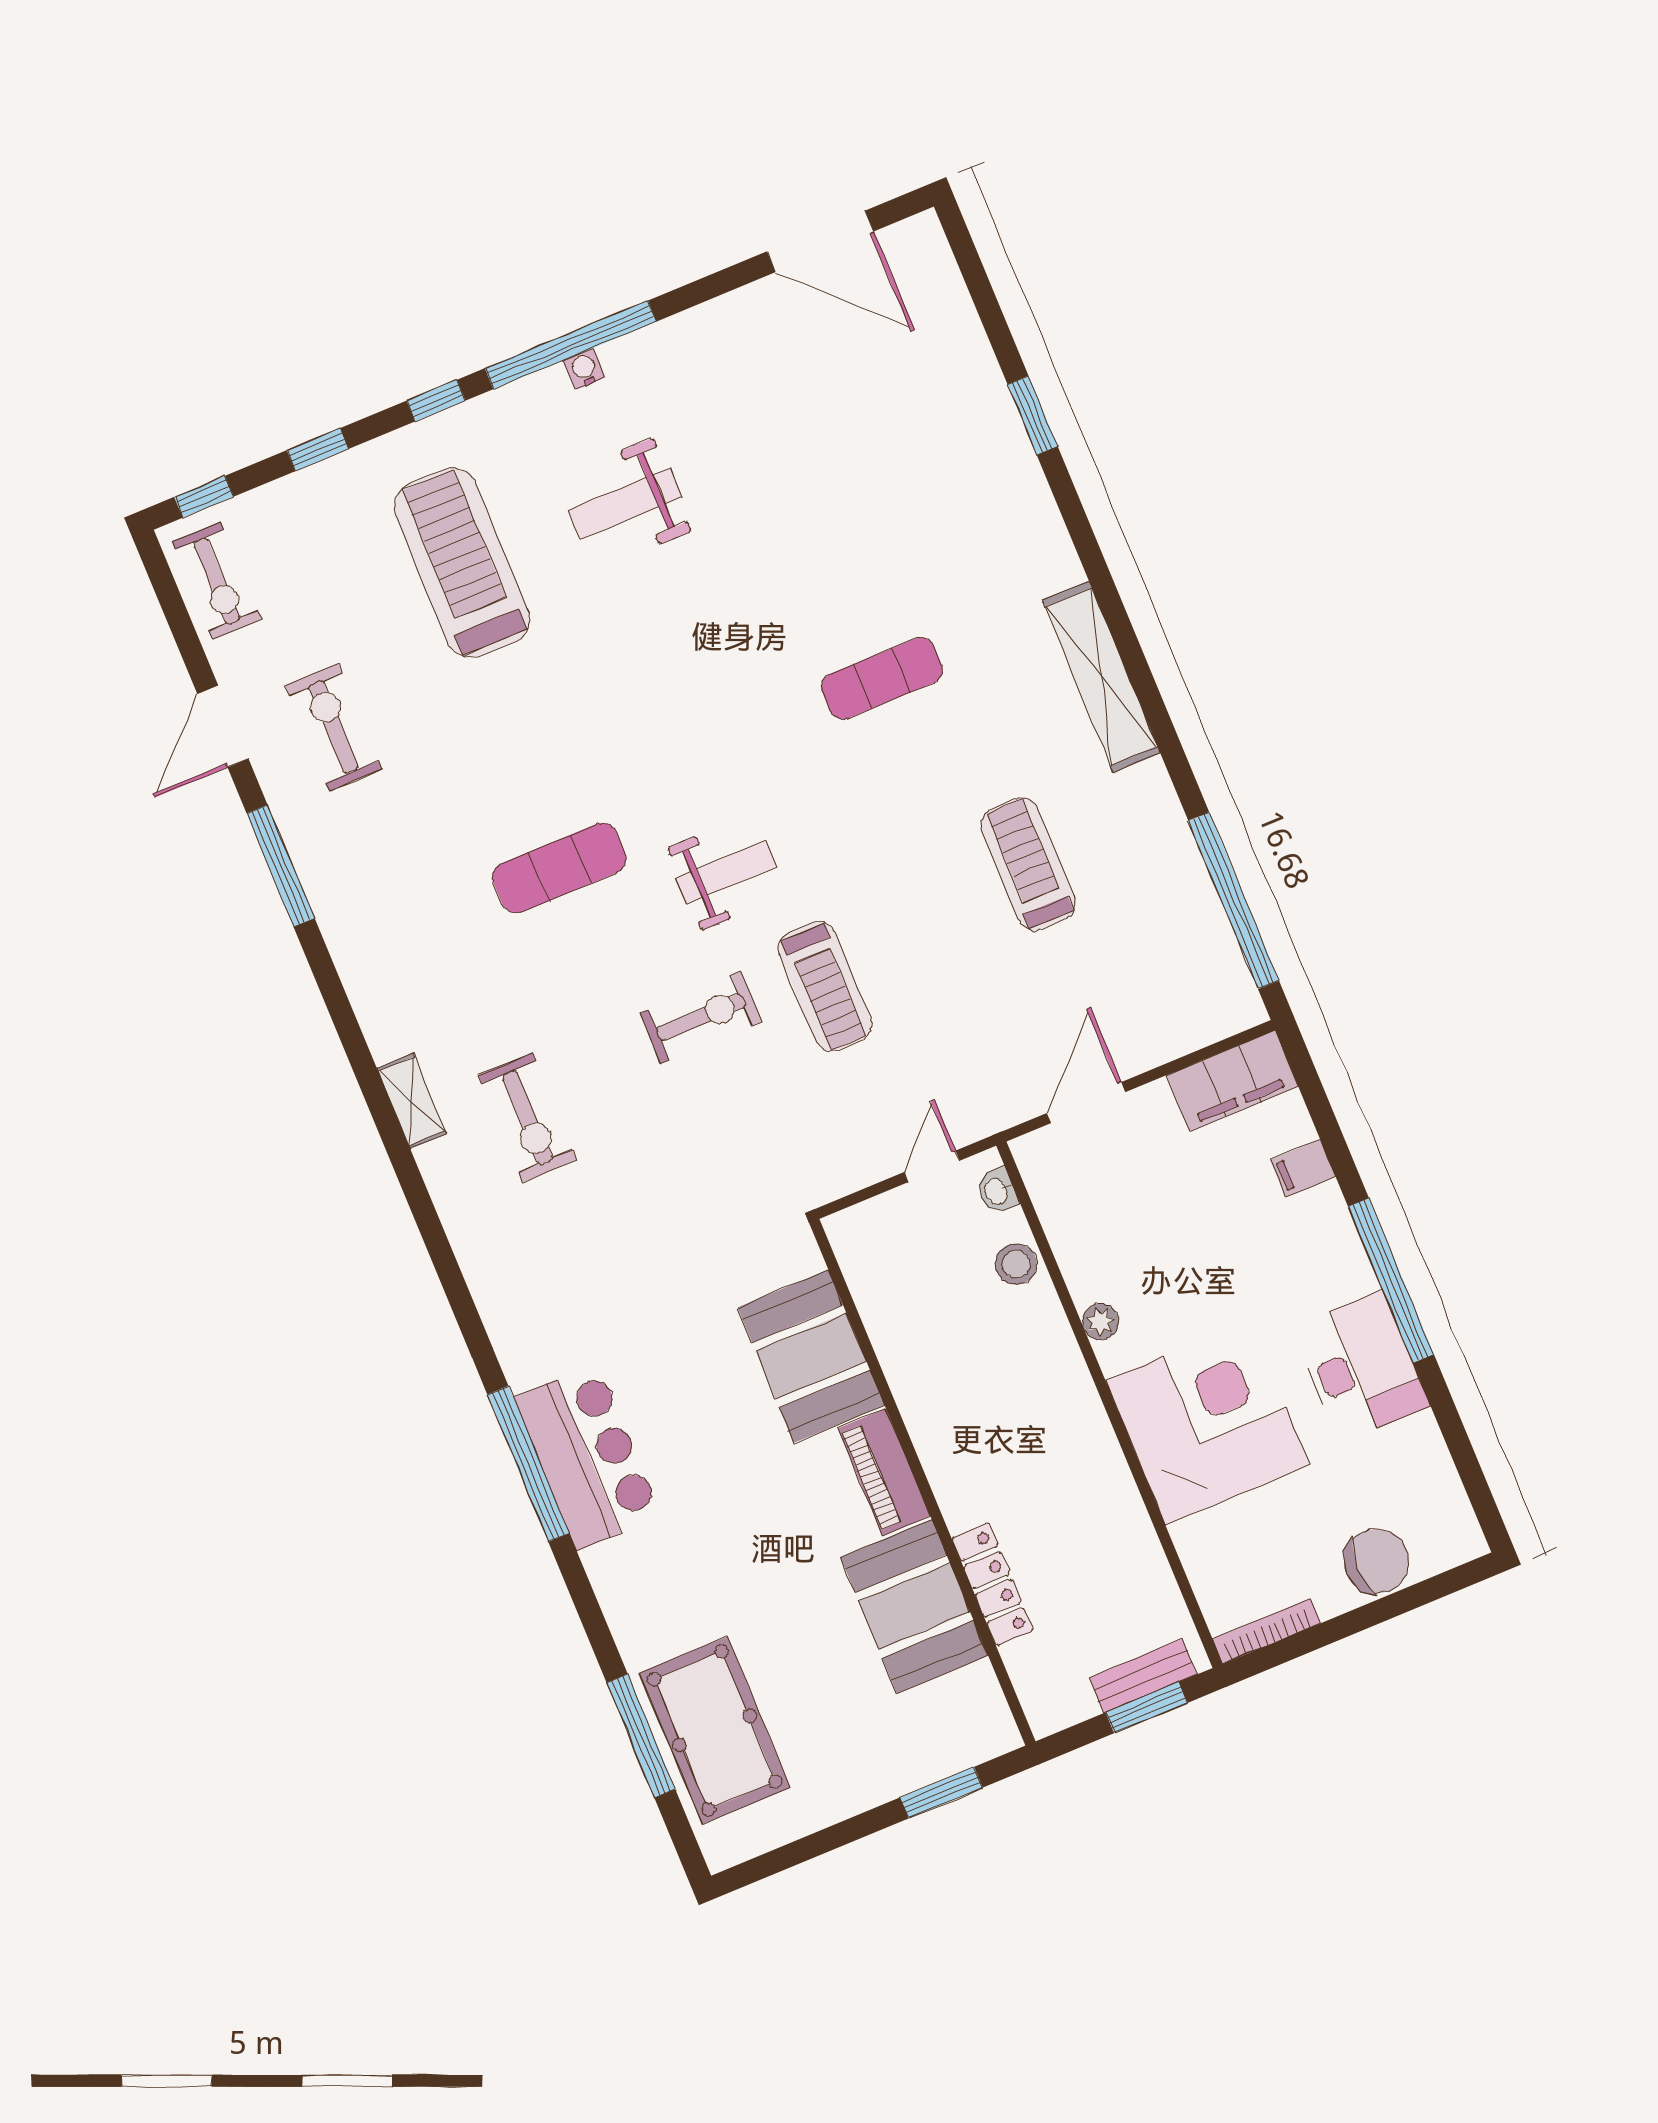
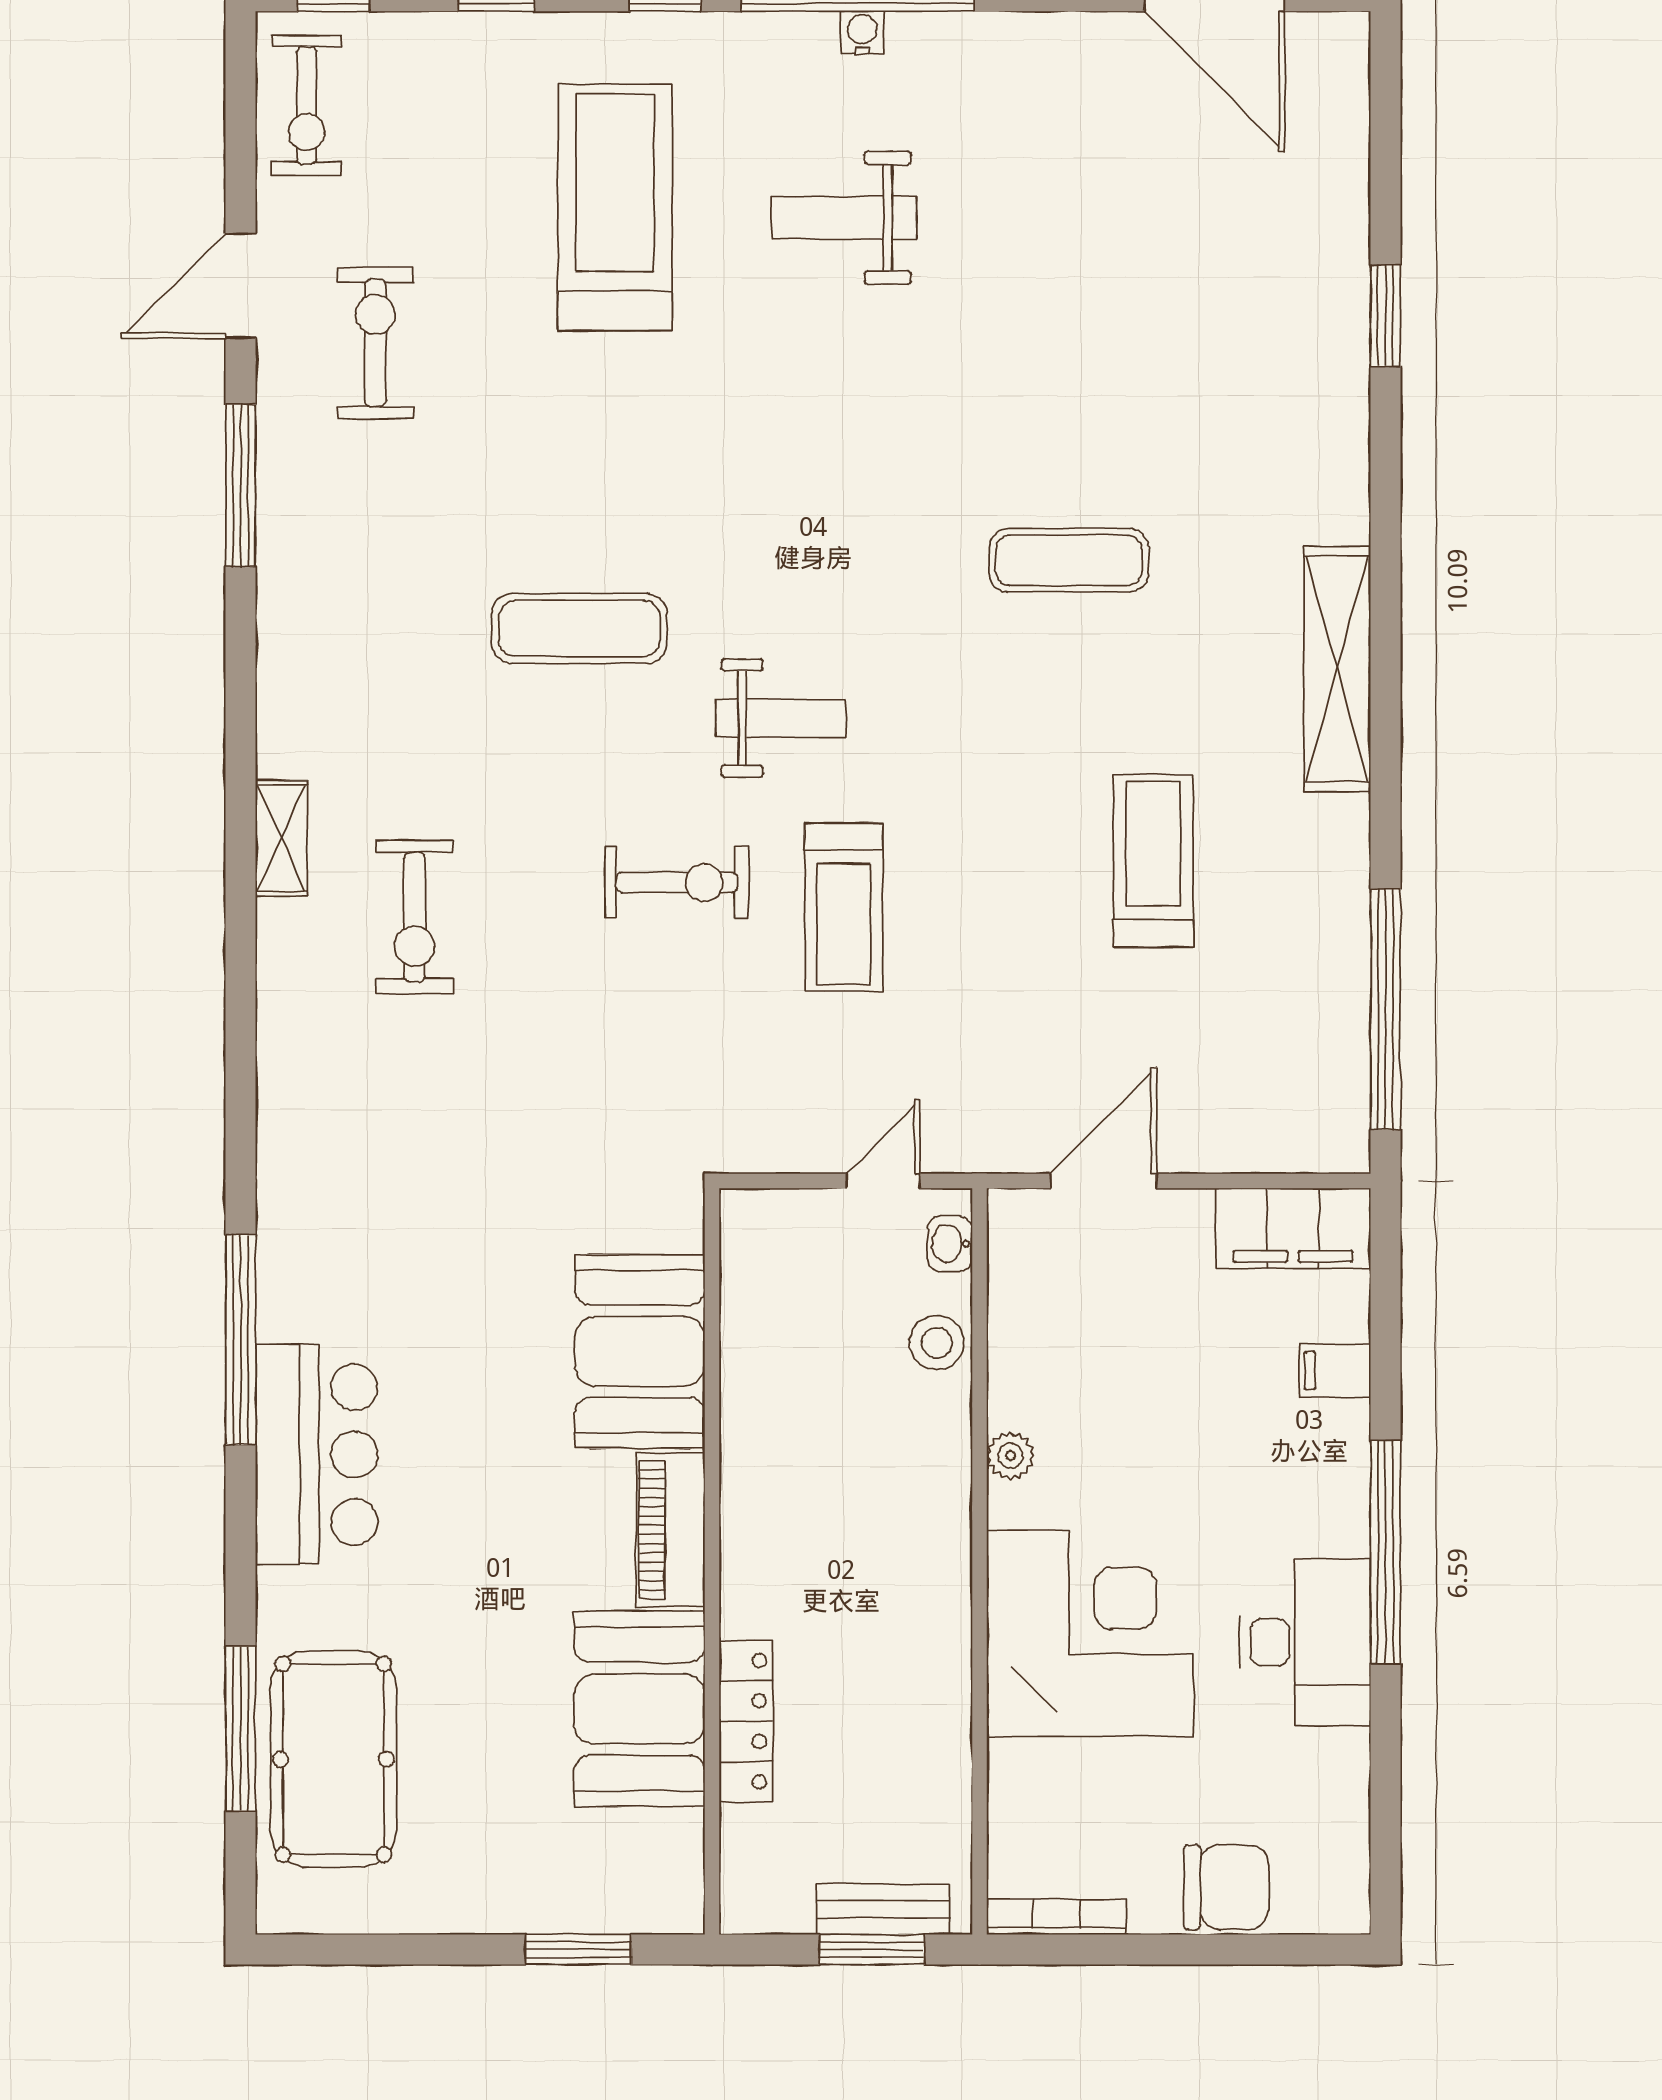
bar counter: (588, 1457) -> (316, 1455), moved

